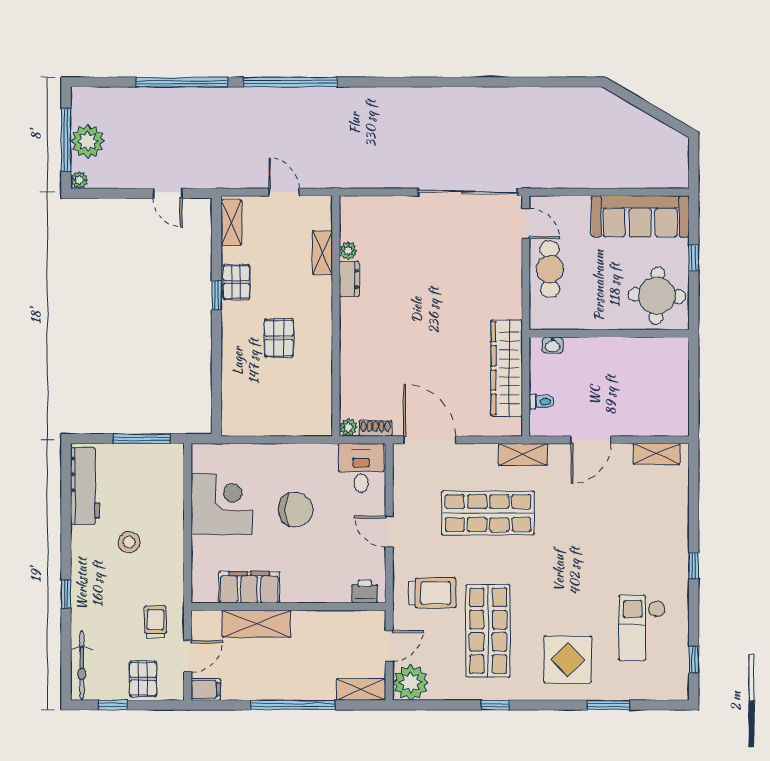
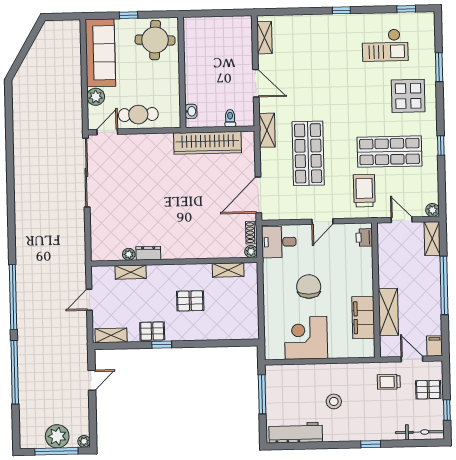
plant: (577, 208) -> (96, 97), added
shelving: (322, 394) -> (228, 270), added
plant: (411, 682) -> (432, 210), width x0.53, depth x0.53

